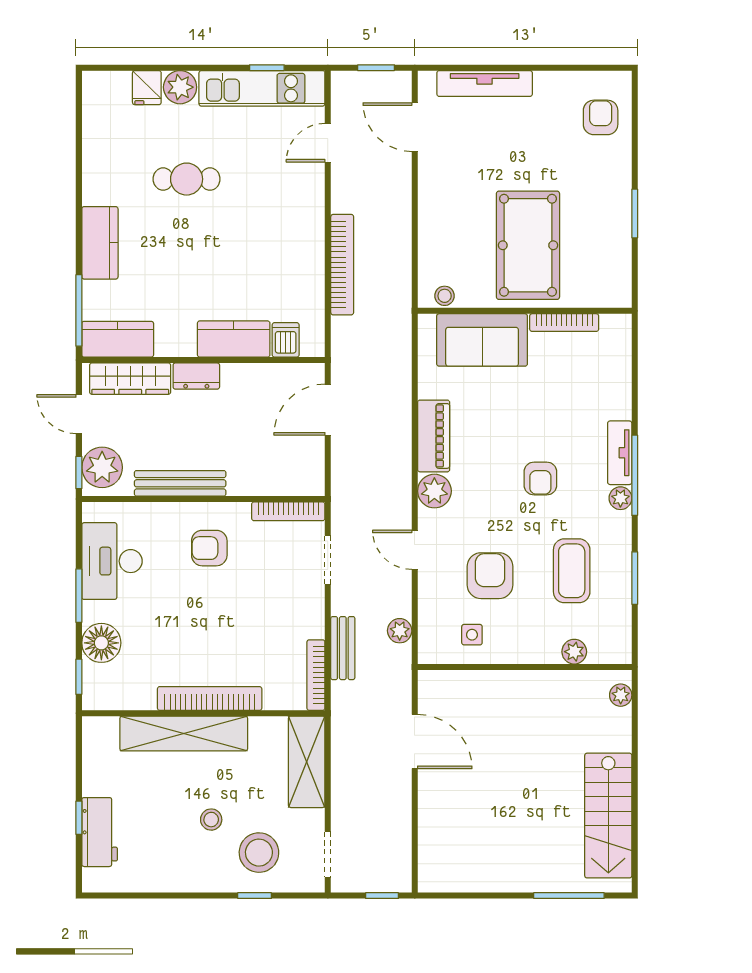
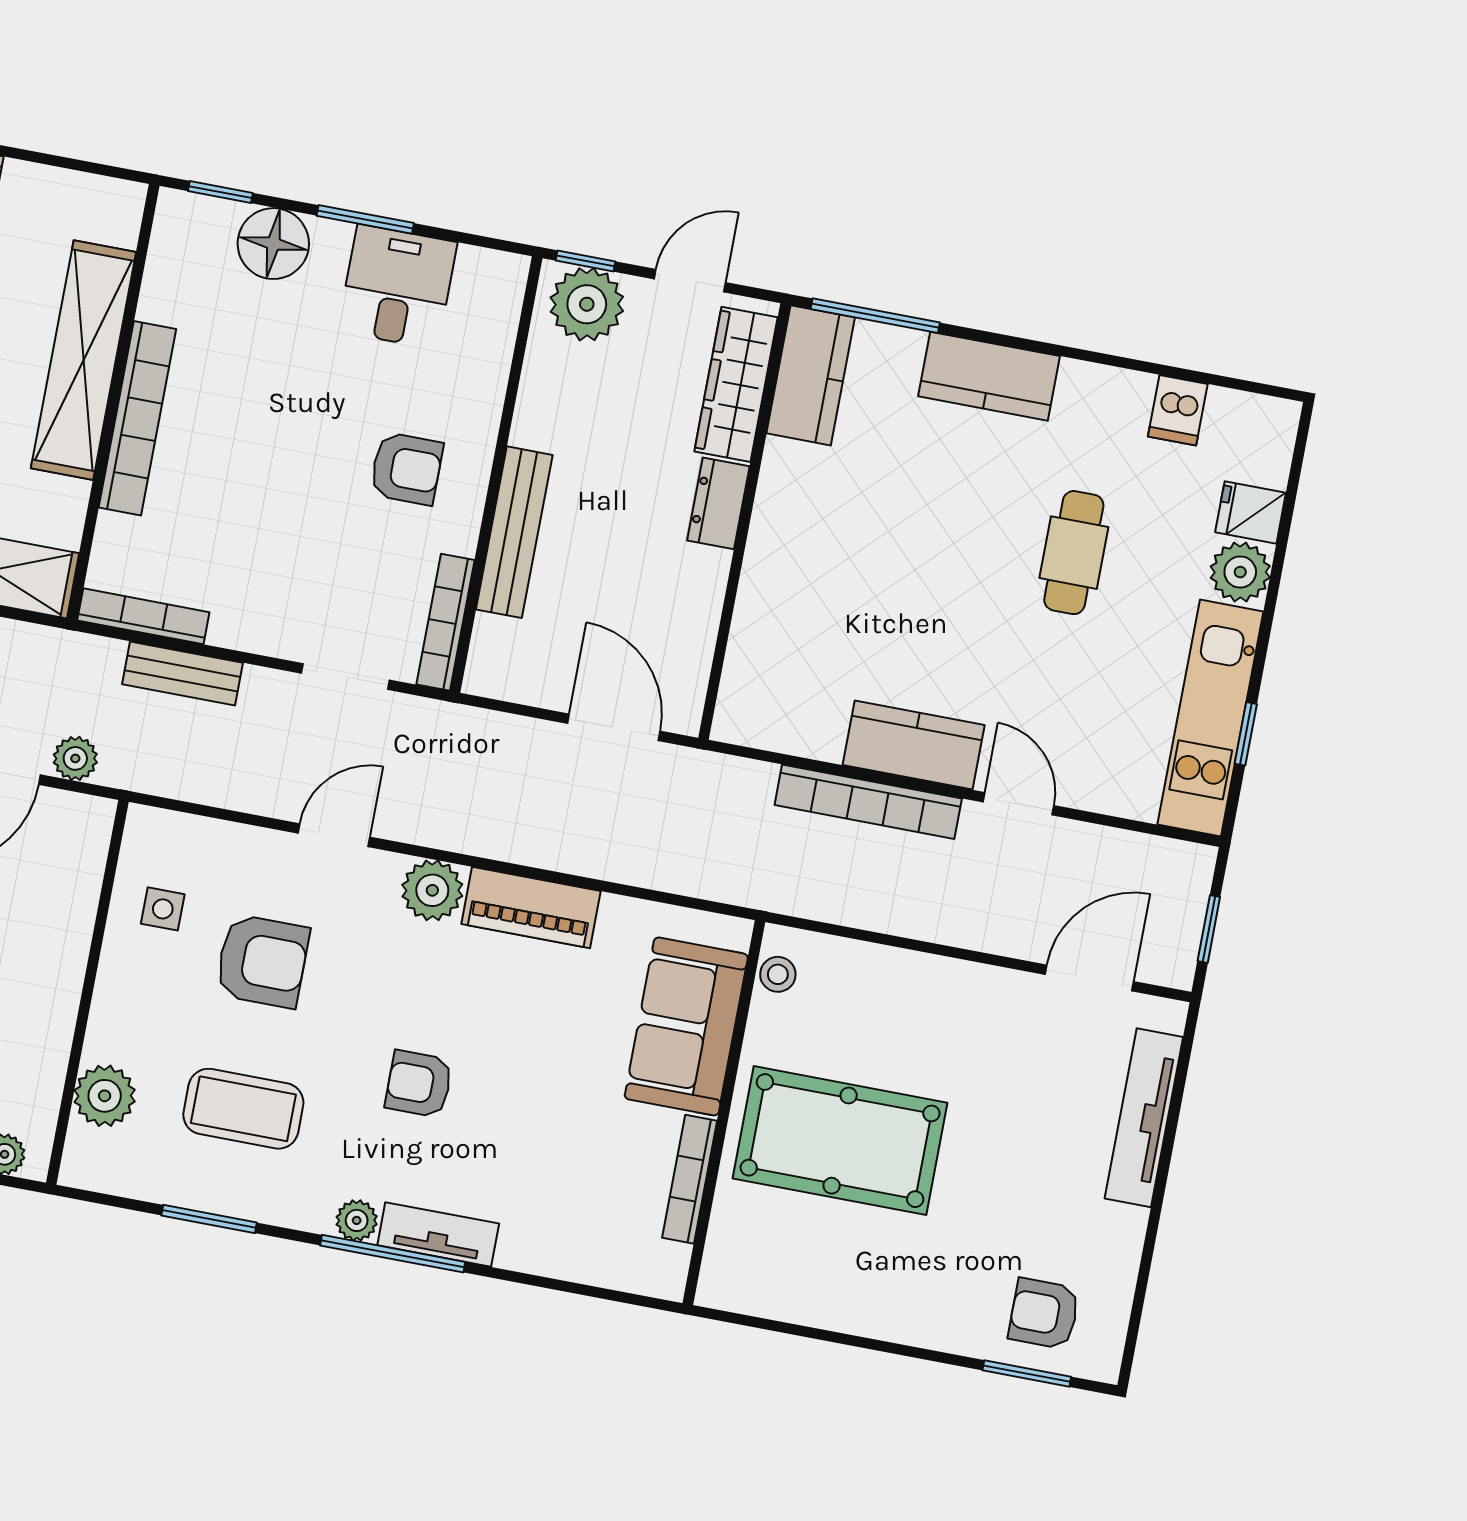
armchair: (601, 117) -> (1044, 1314), turned 180
door: (328, 143) -> (1019, 804), moved
window: (635, 214) -> (1027, 1373), moved
kitchen counter: (234, 339) -> (914, 745), moved, turned -90
dishwasher: (286, 340) -> (1178, 410), moved, turned 90
bench: (180, 483) -> (514, 532), moved
armchair: (209, 548) -> (406, 469), turned 90
desk: (112, 561) -> (397, 287), width x0.73
plant: (400, 631) -> (75, 758), moved
plant: (574, 652) -> (105, 1096), width x1.38, depth x1.38

